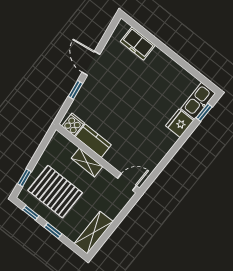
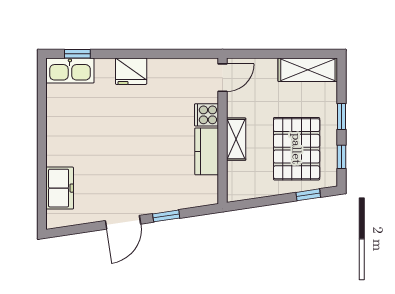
fridge: (180, 123) -> (131, 71), moved
cooker: (73, 125) -> (207, 115), moved
door: (127, 182) -> (223, 78), swing flipped

